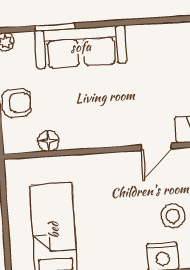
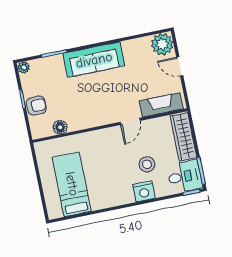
sofa: (81, 47) -> (94, 60), moved

